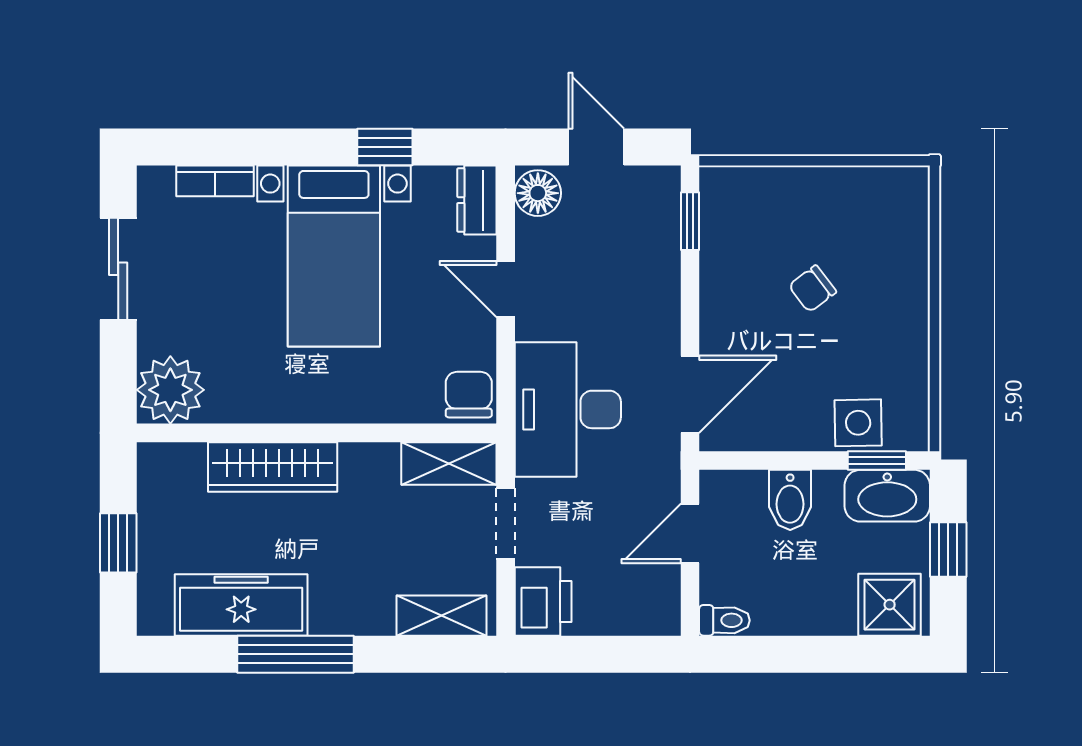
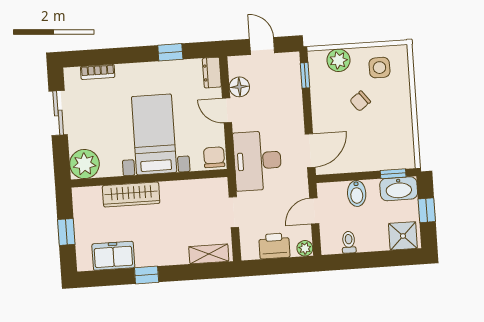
plant: (769, 192) -> (338, 60), added
floor lamp: (538, 193) -> (239, 87), moved
bed with nightstands: (334, 256) -> (154, 134), moved, turned 180
side table: (858, 423) -> (379, 68), moved
shelving: (449, 463) -> (207, 188), removed
printer: (543, 601) -> (274, 246), moved, turned -90
freezer: (241, 605) -> (113, 256), width x0.71
plant: (663, 618) -> (305, 248), added
toilet: (724, 620) -> (349, 242), moved, turned -90
window: (295, 654) -> (147, 275), width x0.46

